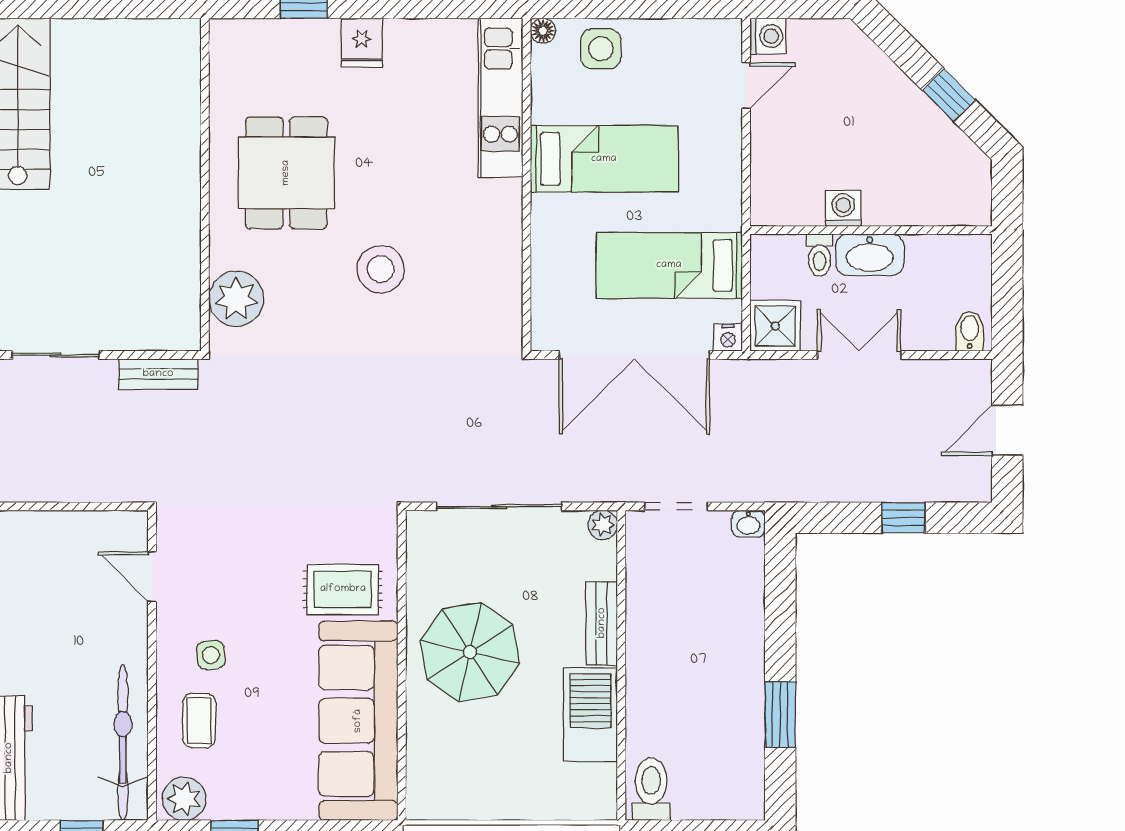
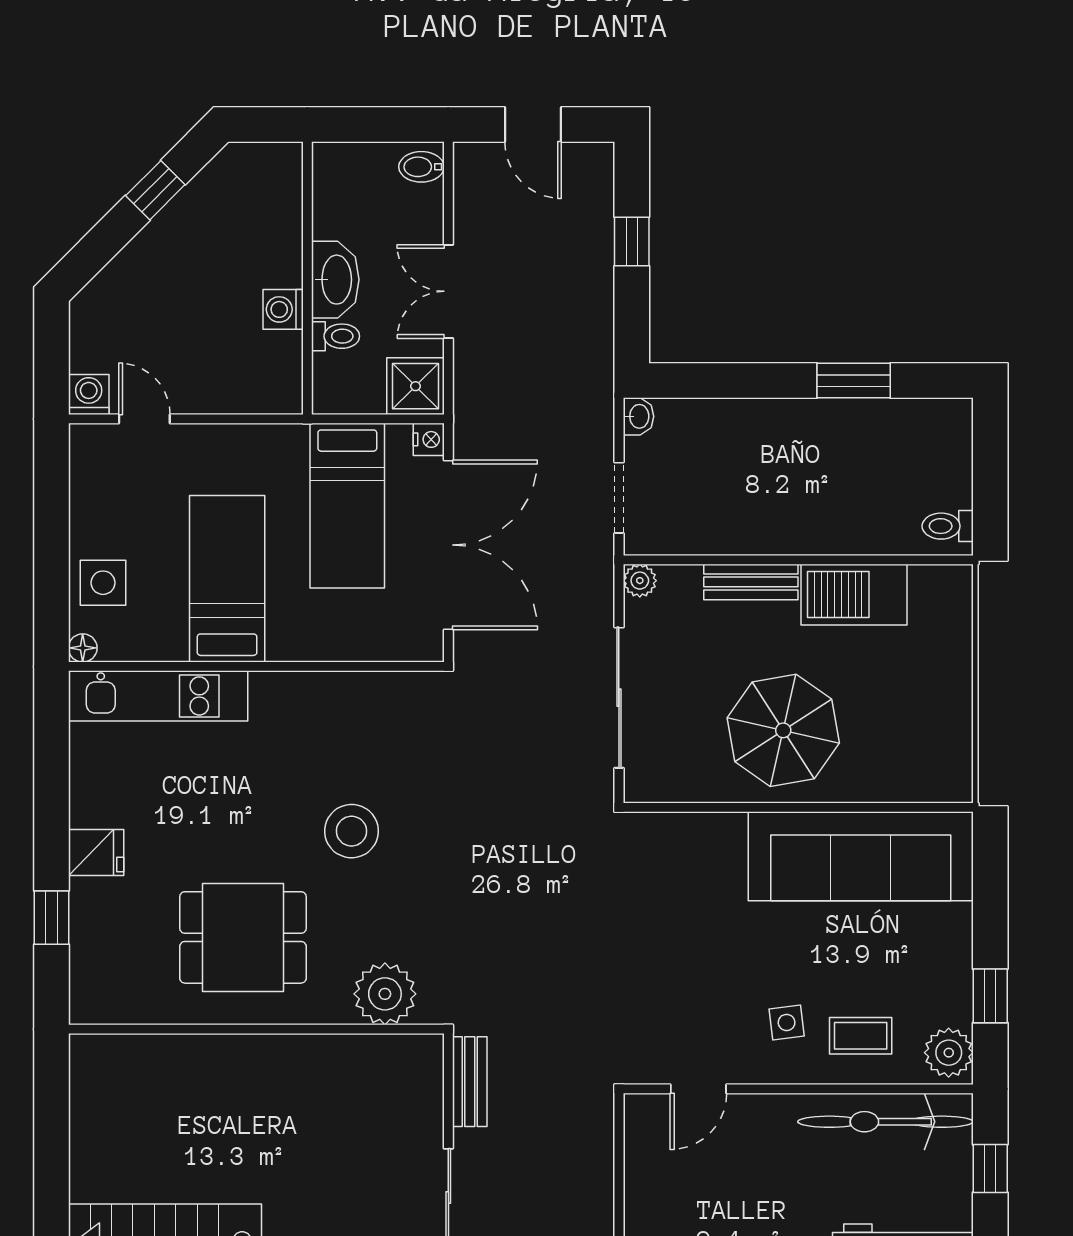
rug: (343, 589) -> (713, 874), removed
toilet: (651, 789) -> (948, 526), width x0.73, depth x0.72

